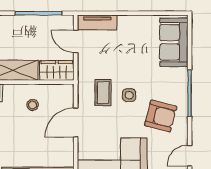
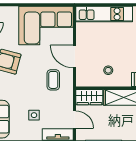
side table: (129, 95) -> (34, 115), moved
door: (76, 123) -> (75, 57), swing flipped

